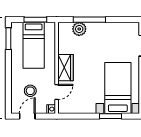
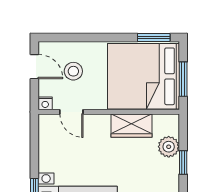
window: (89, 20) -> (183, 162), width x0.46
bed: (34, 45) -> (143, 76), width x2.04
wardrobe: (66, 68) -> (132, 126), moved

